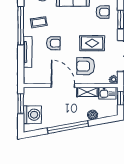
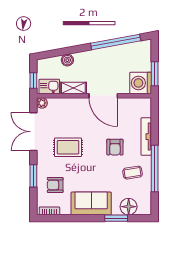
armchair: (53, 43) -> (115, 147), turned -90
armchair: (86, 66) -> (76, 119), removed
washing machine: (32, 115) -> (141, 83), moved
window: (68, 127) -> (116, 42), moved

